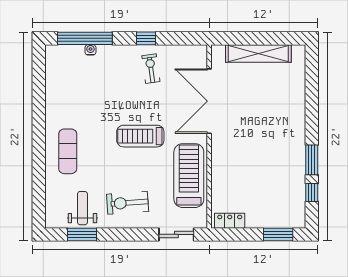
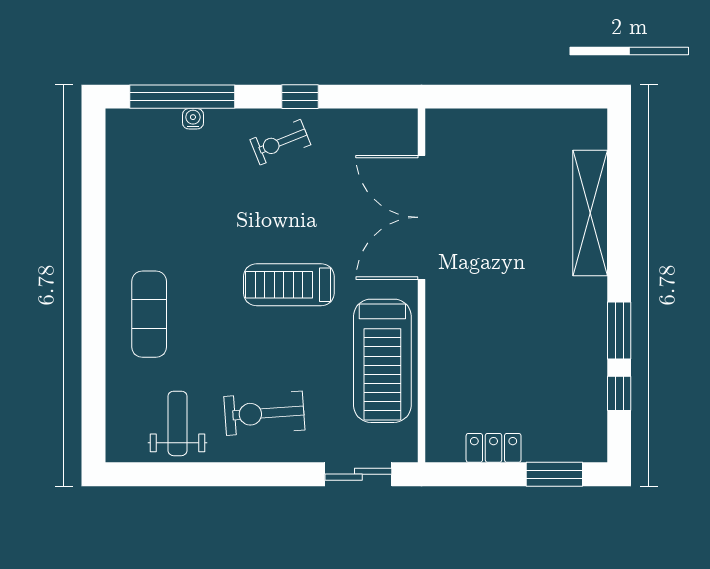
shelving: (258, 53) -> (590, 213), moved, turned 90
exercise bike: (151, 69) -> (280, 142), moved, turned -104
treadmill: (189, 176) -> (382, 361), turned 180
locker: (230, 221) -> (494, 448), moved
window: (82, 234) -> (177, 474), removed

